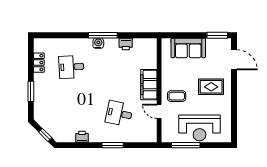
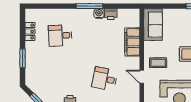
water cooler: (98, 43) -> (99, 14), moved
sofa: (188, 48) -> (153, 25), moved, turned -90
filing cabinet: (149, 85) -> (132, 42), moved

